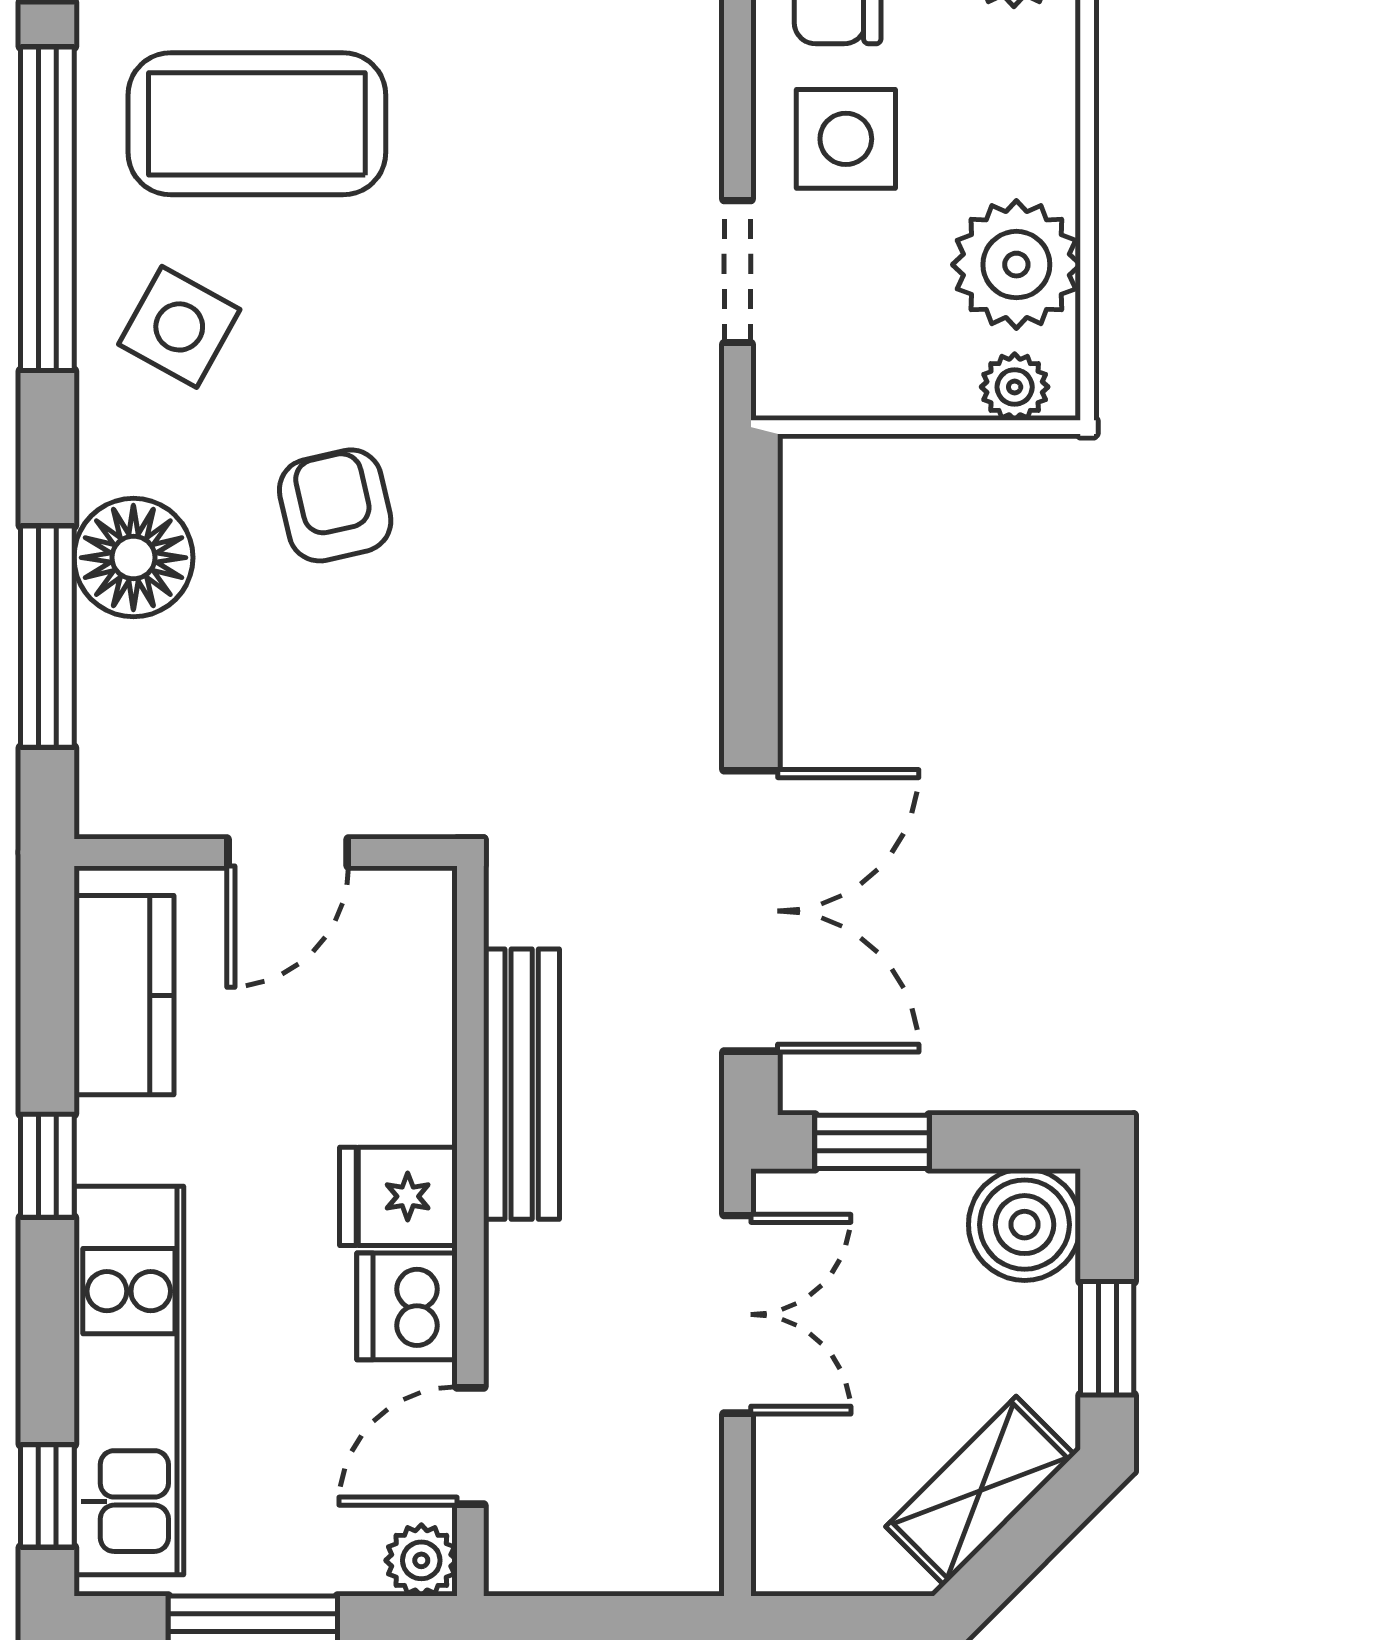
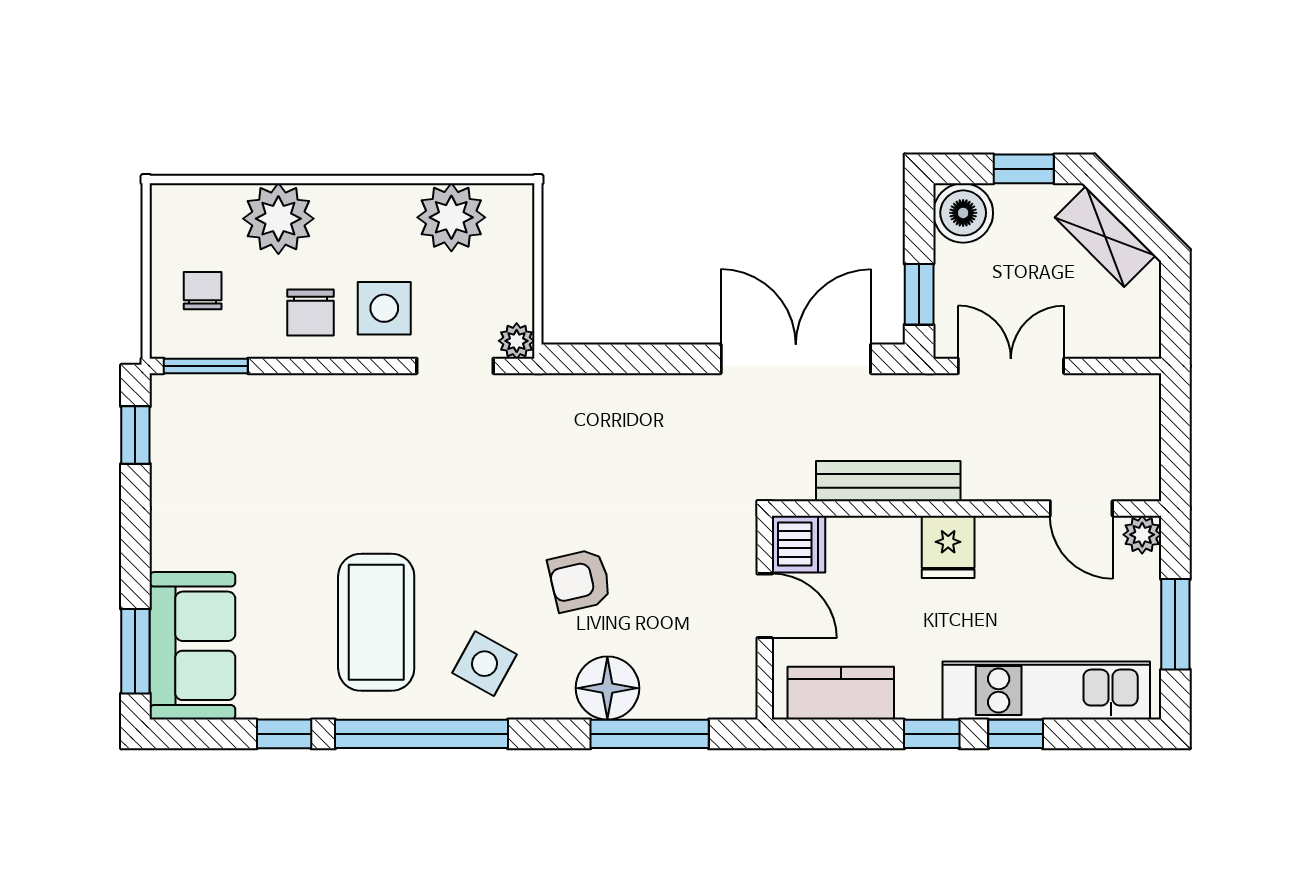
plant: (1015, 387) -> (517, 341), moved
dishwasher: (407, 1306) -> (799, 544), moved, turned -90
window: (47, 1496) -> (1016, 734), moved

